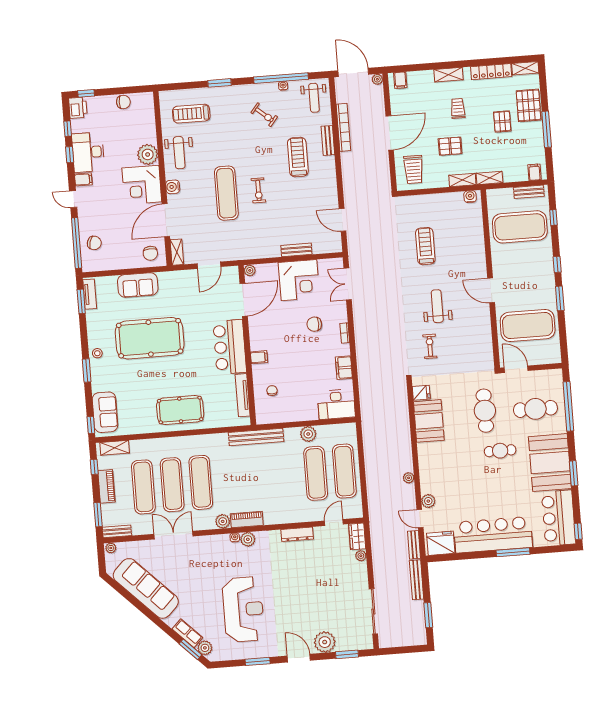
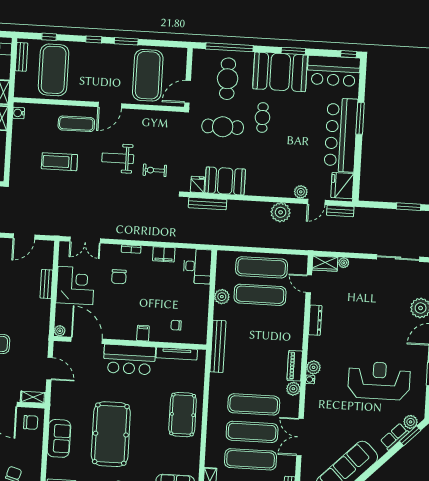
exercise mat: (467, 258) -> (76, 124), added
plant: (409, 478) -> (281, 212), width x1.88, depth x1.88
bench: (417, 580) -> (208, 204), moved

